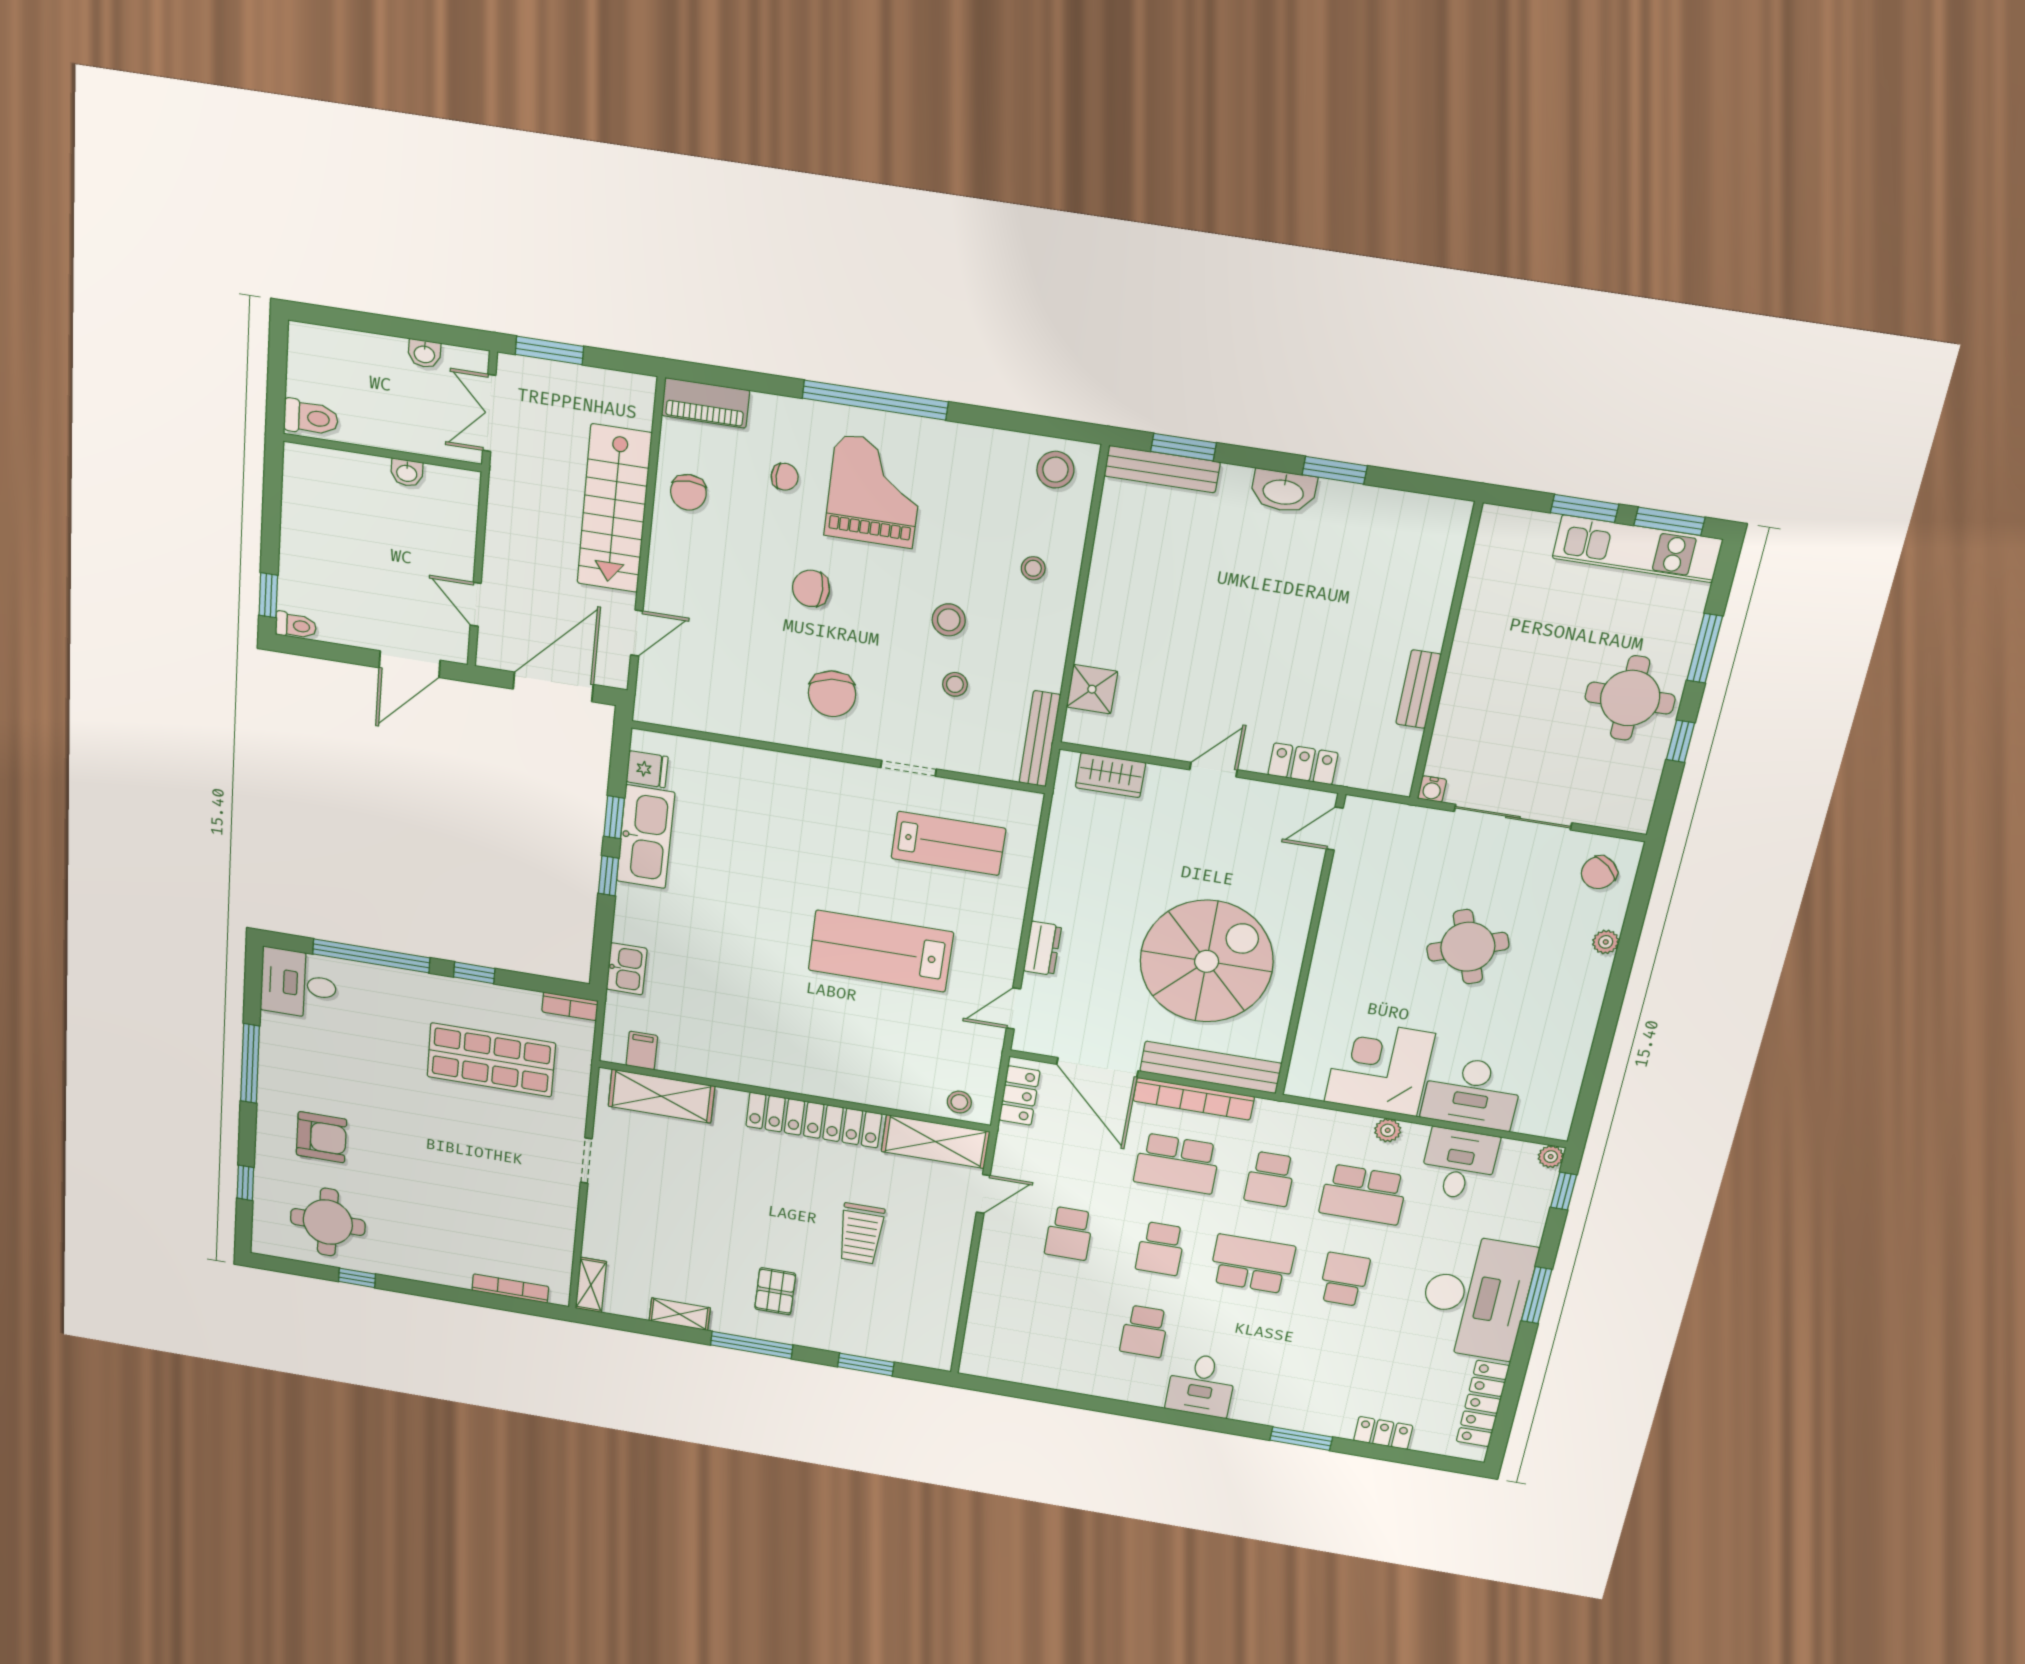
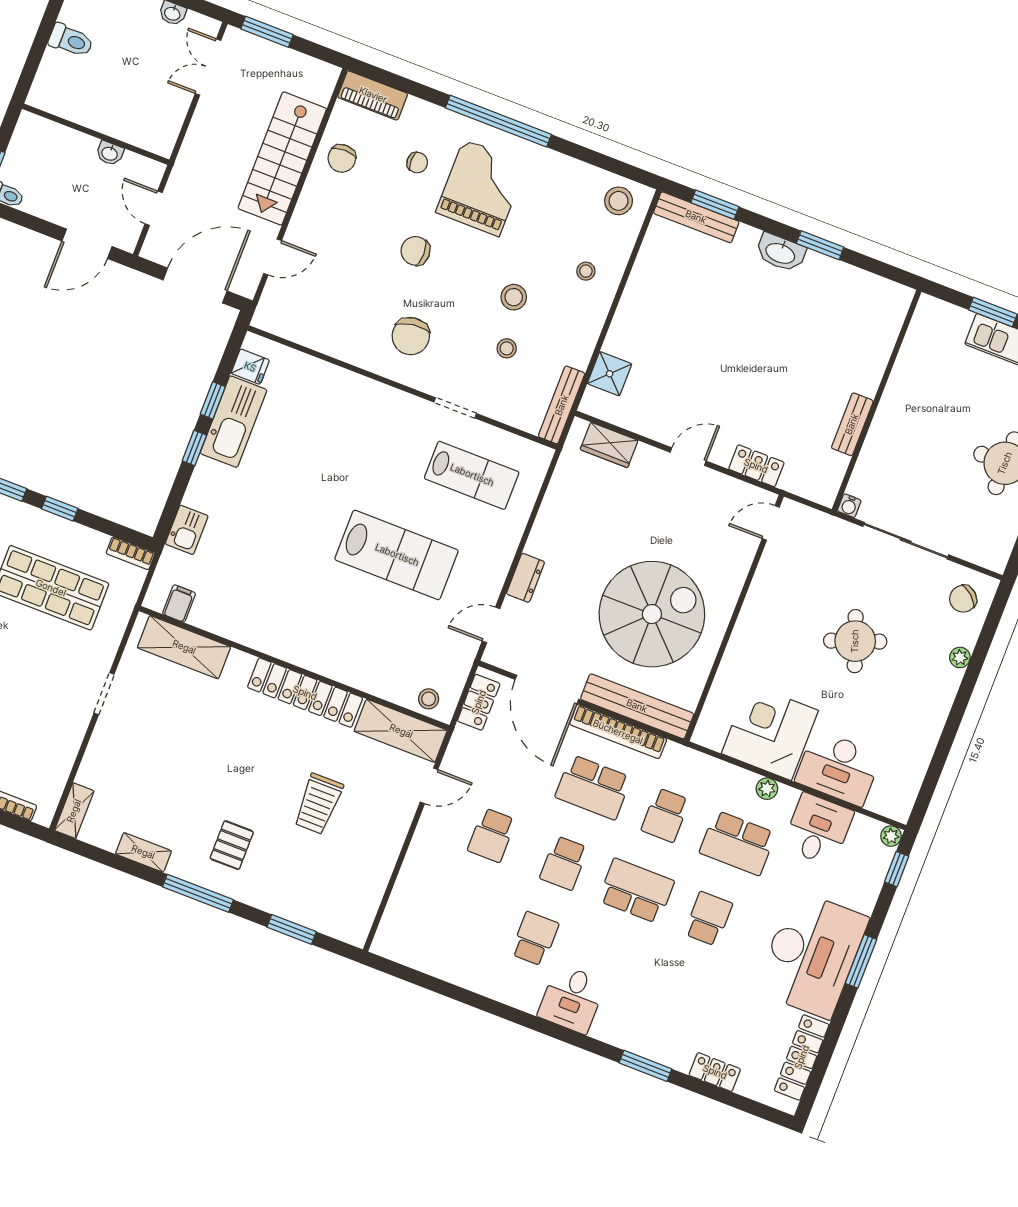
wall: (382, 453) -> (96, 134), moved
washbasin: (407, 473) -> (110, 153), moved
lab bench: (881, 951) -> (397, 555), turned 180
school desk: (1144, 1331) -> (535, 939), turned 180

